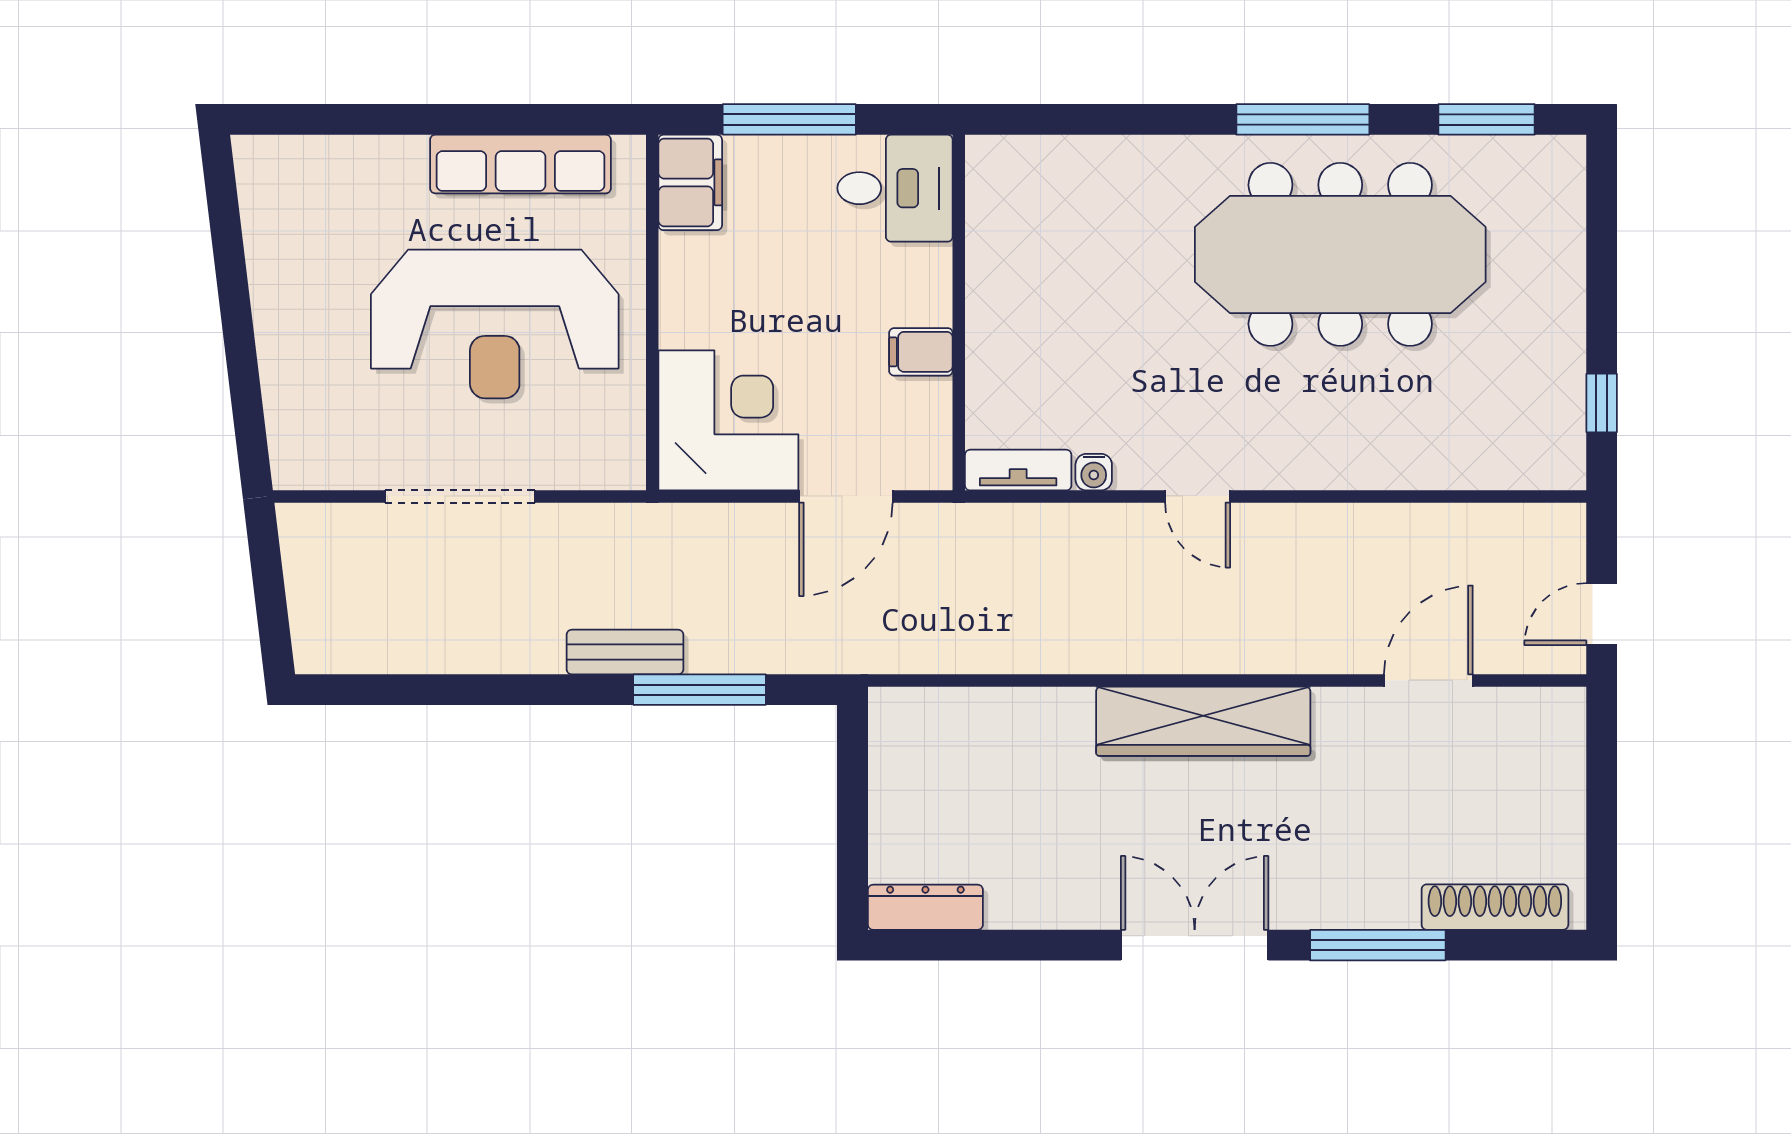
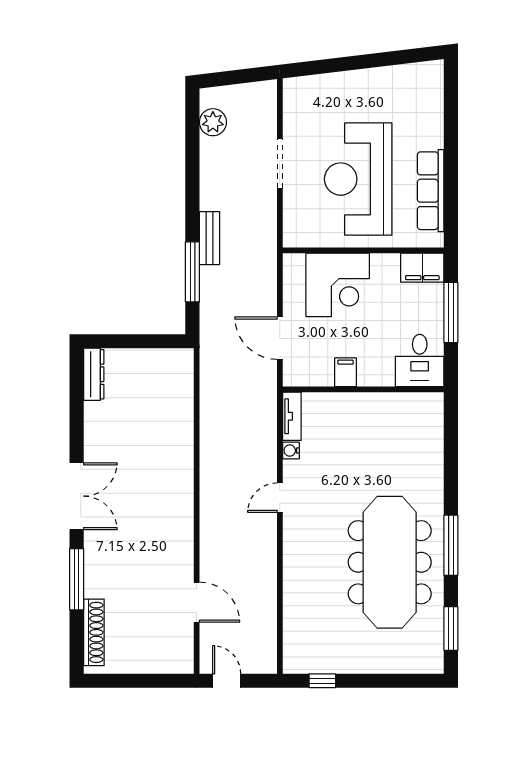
corner desk: (728, 420) -> (338, 285), moved
doorway: (460, 496) -> (280, 163), width x0.73
plant: (369, 644) -> (213, 122), added
wardrobe: (1203, 721) -> (178, 500), removed

